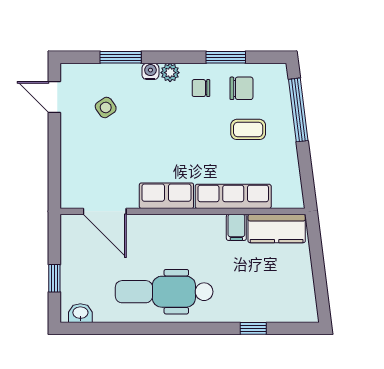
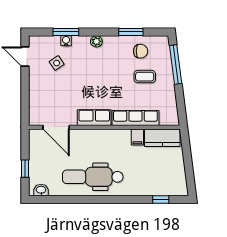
water cooler: (150, 71) -> (66, 41), moved
chair: (201, 88) -> (115, 51), removed
window: (253, 328) -> (161, 199), moved

